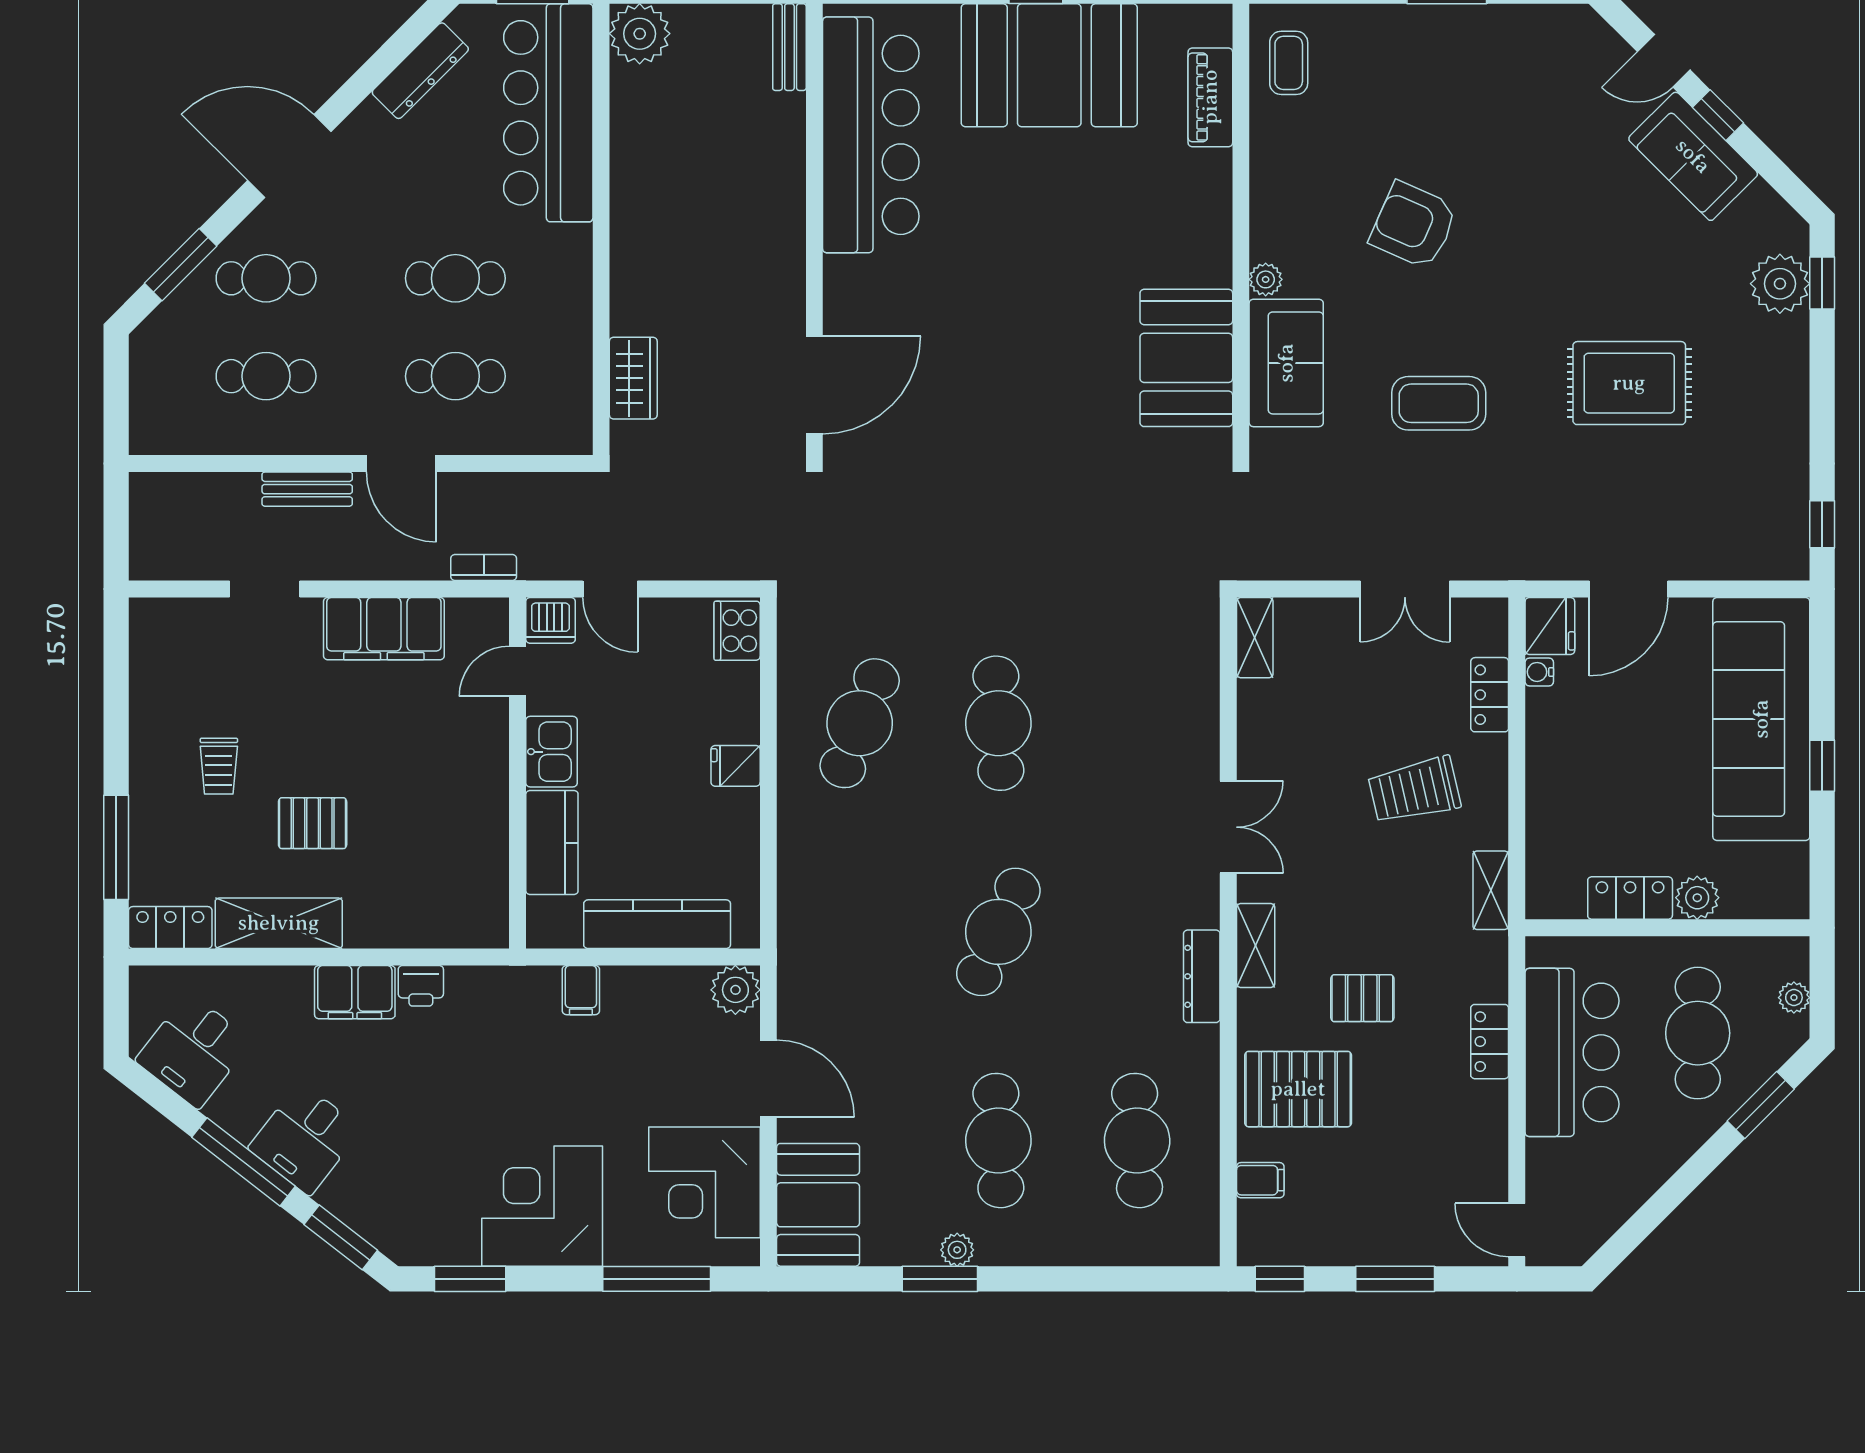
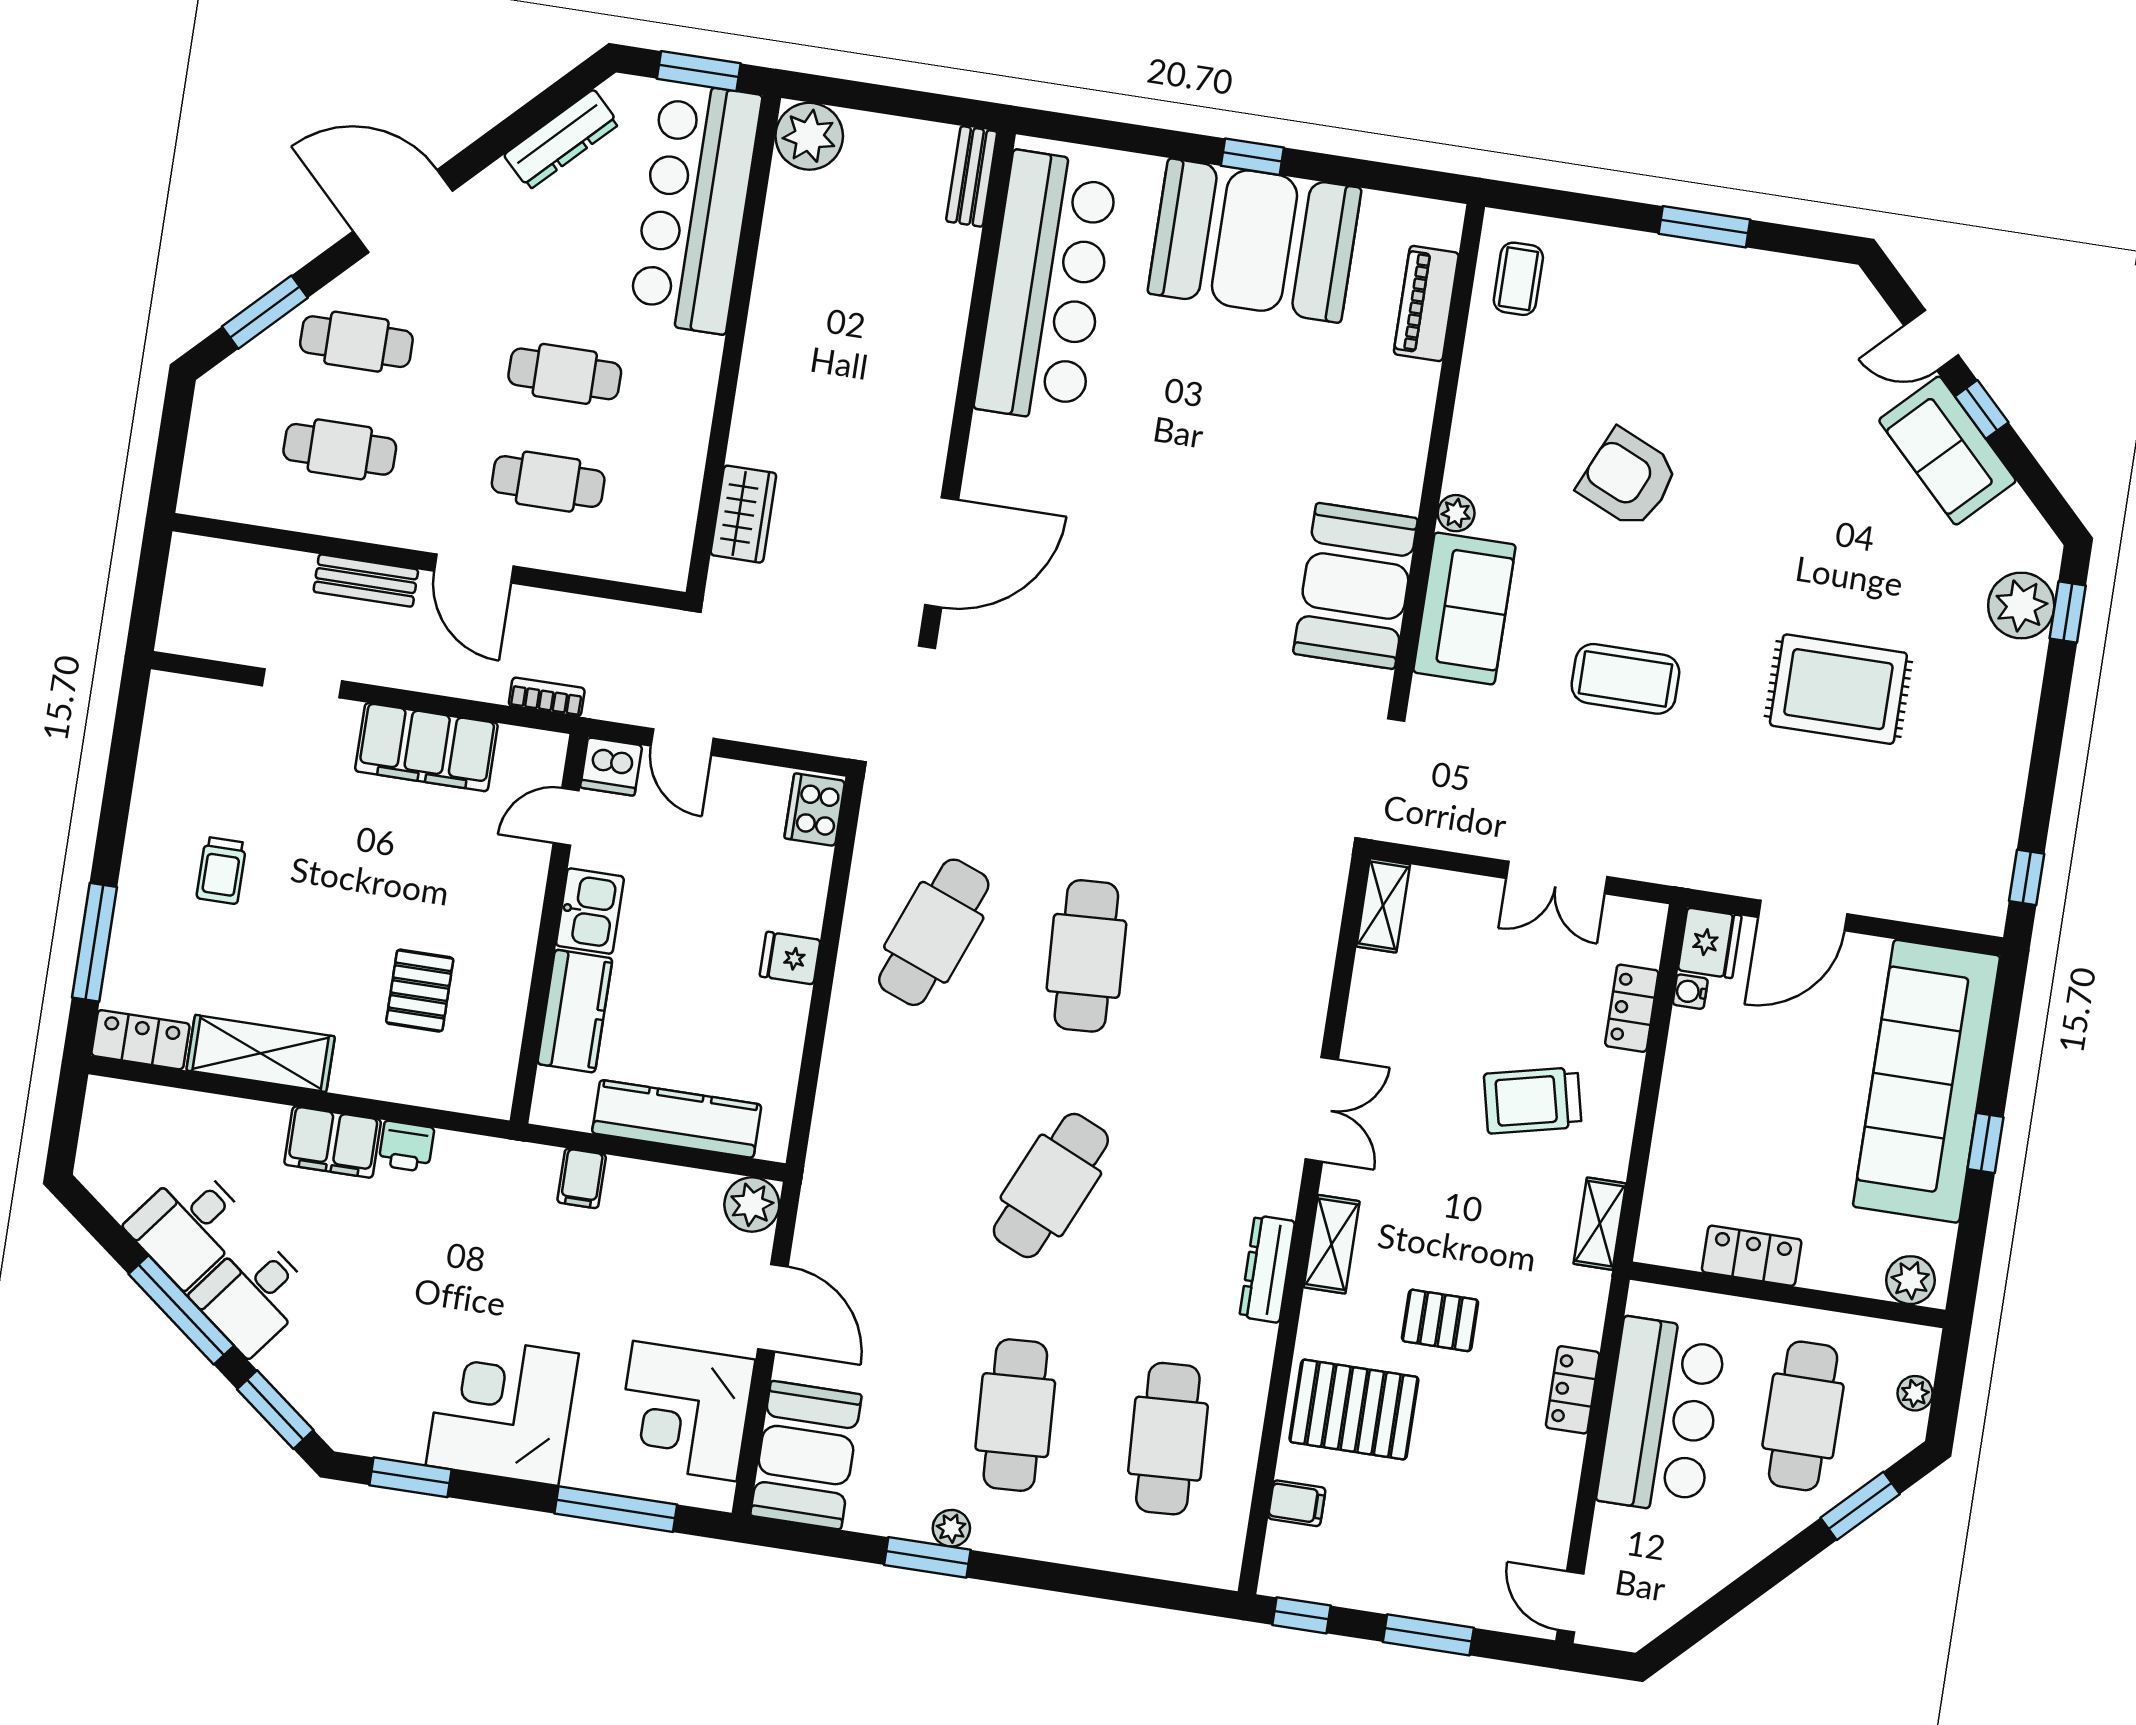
pallet: (313, 823) -> (420, 991), moved, turned 90
plant: (1697, 898) -> (1910, 1280), moved
desk: (193, 1051) -> (189, 1225), moved

